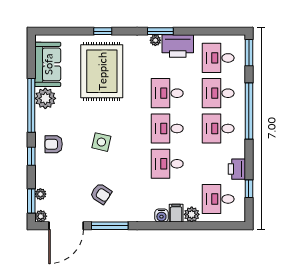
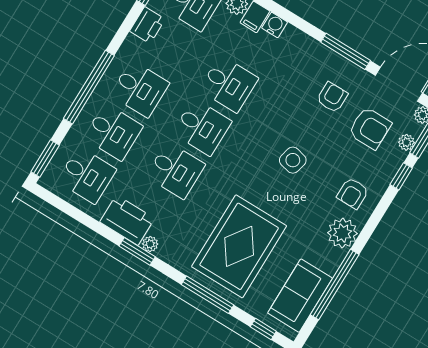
window: (57, 31) -> (263, 329), added
window: (103, 31) -> (208, 295), width x2.17
plant: (45, 98) -> (342, 233), moved
window: (31, 105) -> (335, 285), moved
armchair: (54, 144) -> (353, 193), turned 90
window: (31, 156) -> (401, 176), moved
armchair: (67, 189) -> (370, 128), added
armchair: (101, 194) -> (332, 97), turned 57

